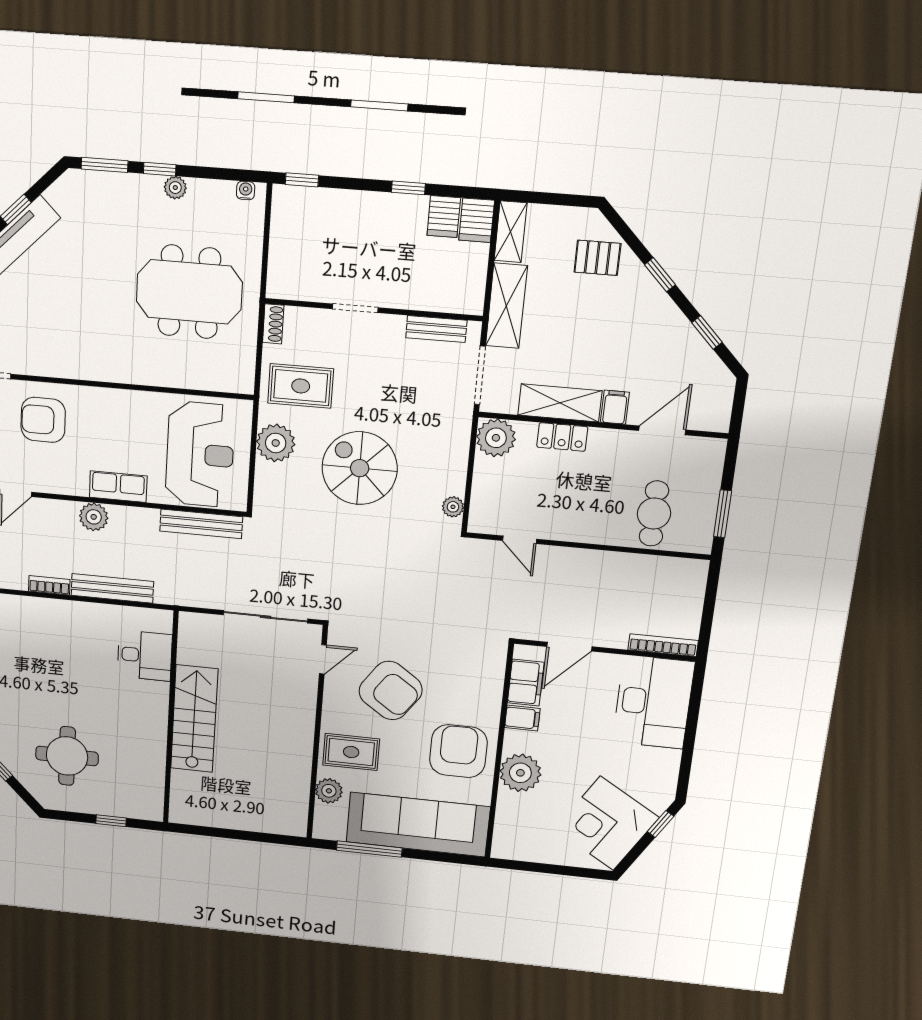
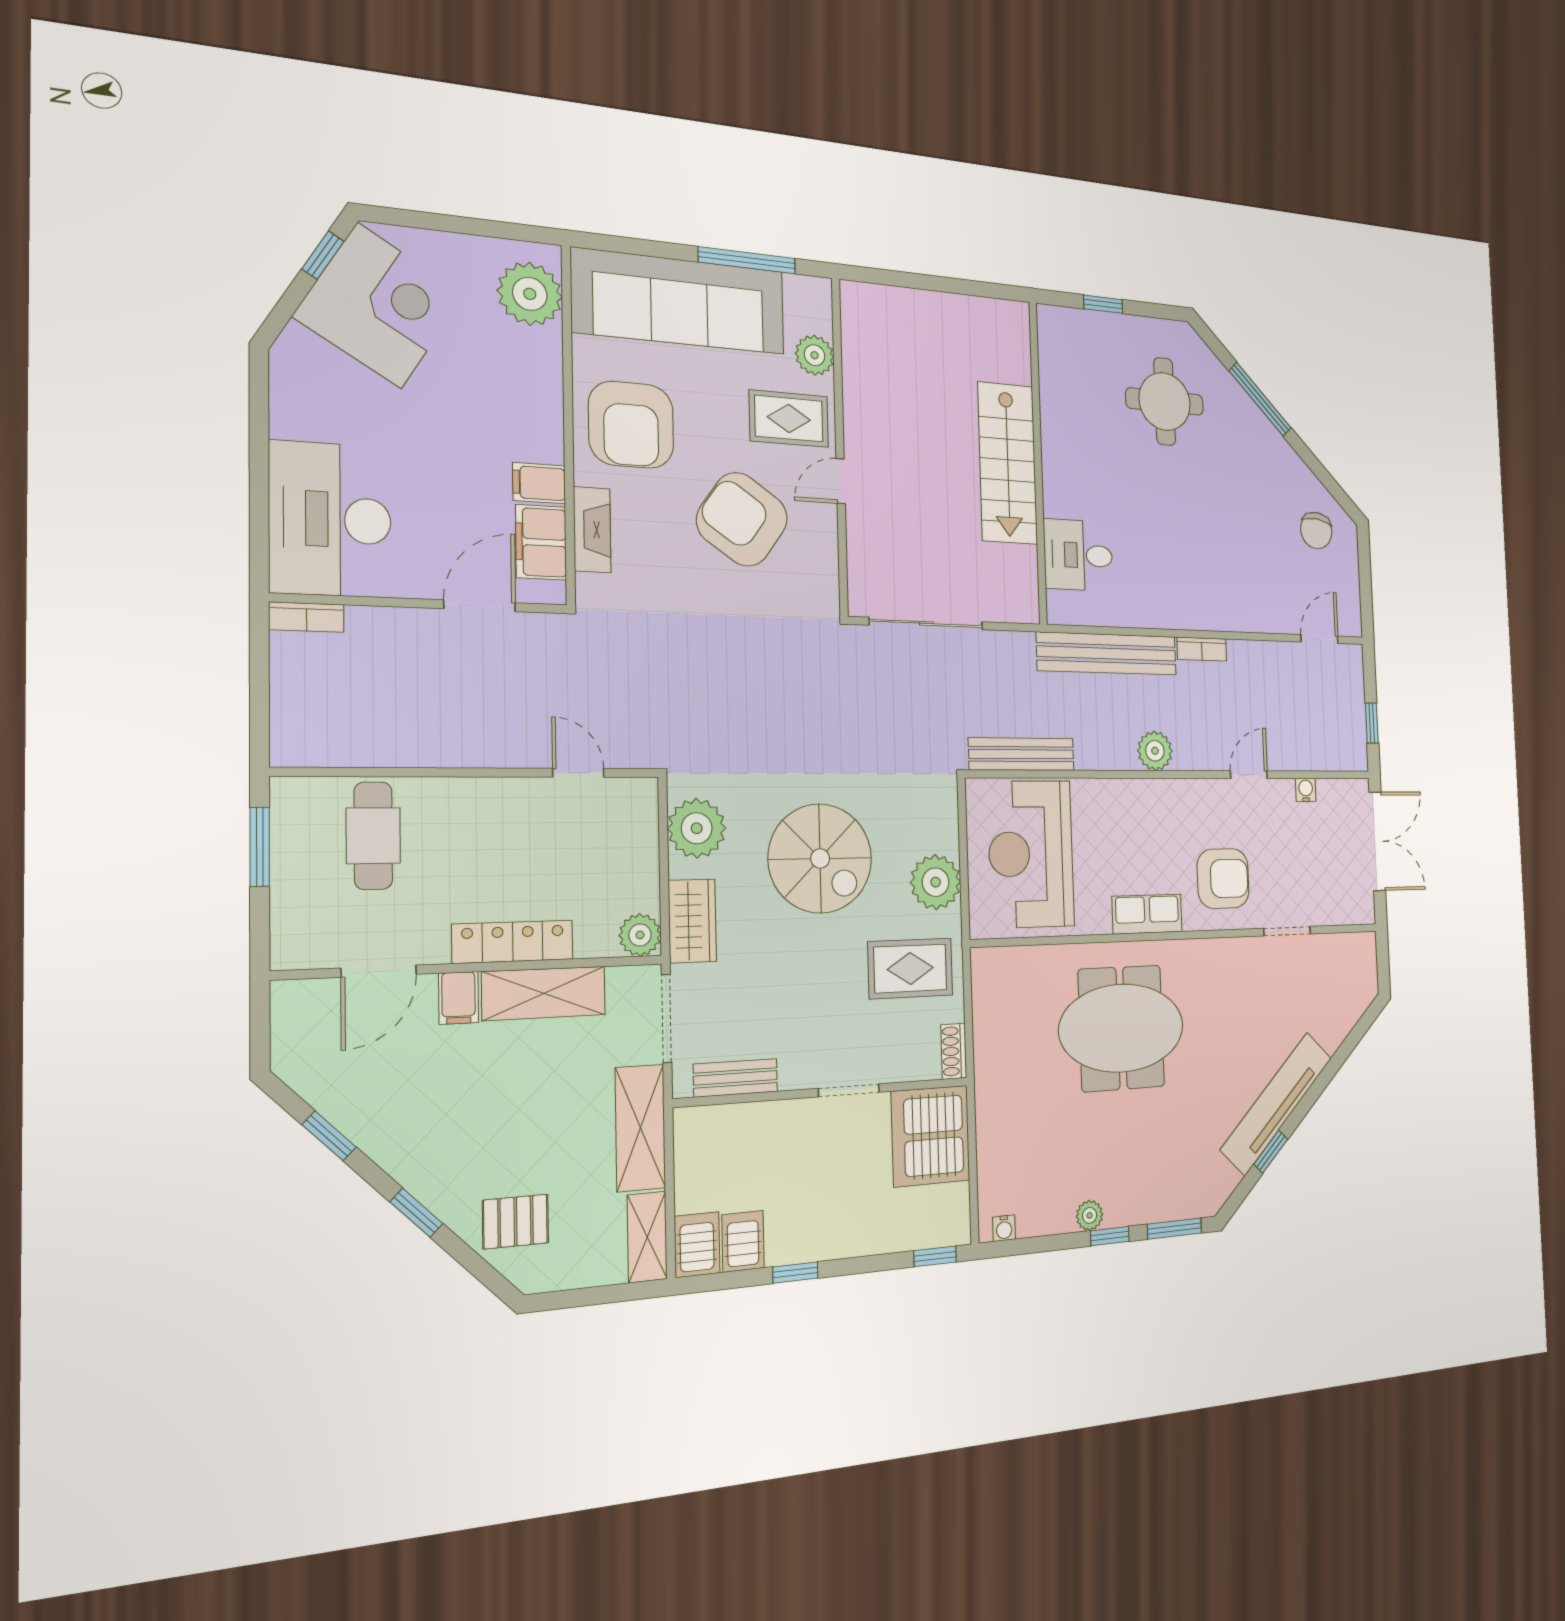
server rack: (297, 267) -> (931, 1136), added
meeting table: (189, 292) -> (1121, 1028), moved
wardrobe: (454, 437) -> (692, 921), added
locker: (562, 437) -> (513, 942), width x1.53
plant: (496, 438) -> (640, 935), width x0.73, depth x0.73
row of seats: (118, 487) -> (1147, 914), moved, turned 180
plant: (453, 507) -> (697, 828), width x1.87, depth x1.87
bench: (112, 588) -> (1107, 654), width x1.37, depth x1.21
bookcase: (663, 645) -> (306, 617), width x0.64
door: (323, 659) -> (841, 481), moved
fireplace: (492, 689) -> (592, 530), added
plant: (520, 773) -> (530, 294), moved
window: (661, 824) -> (323, 255), moved

